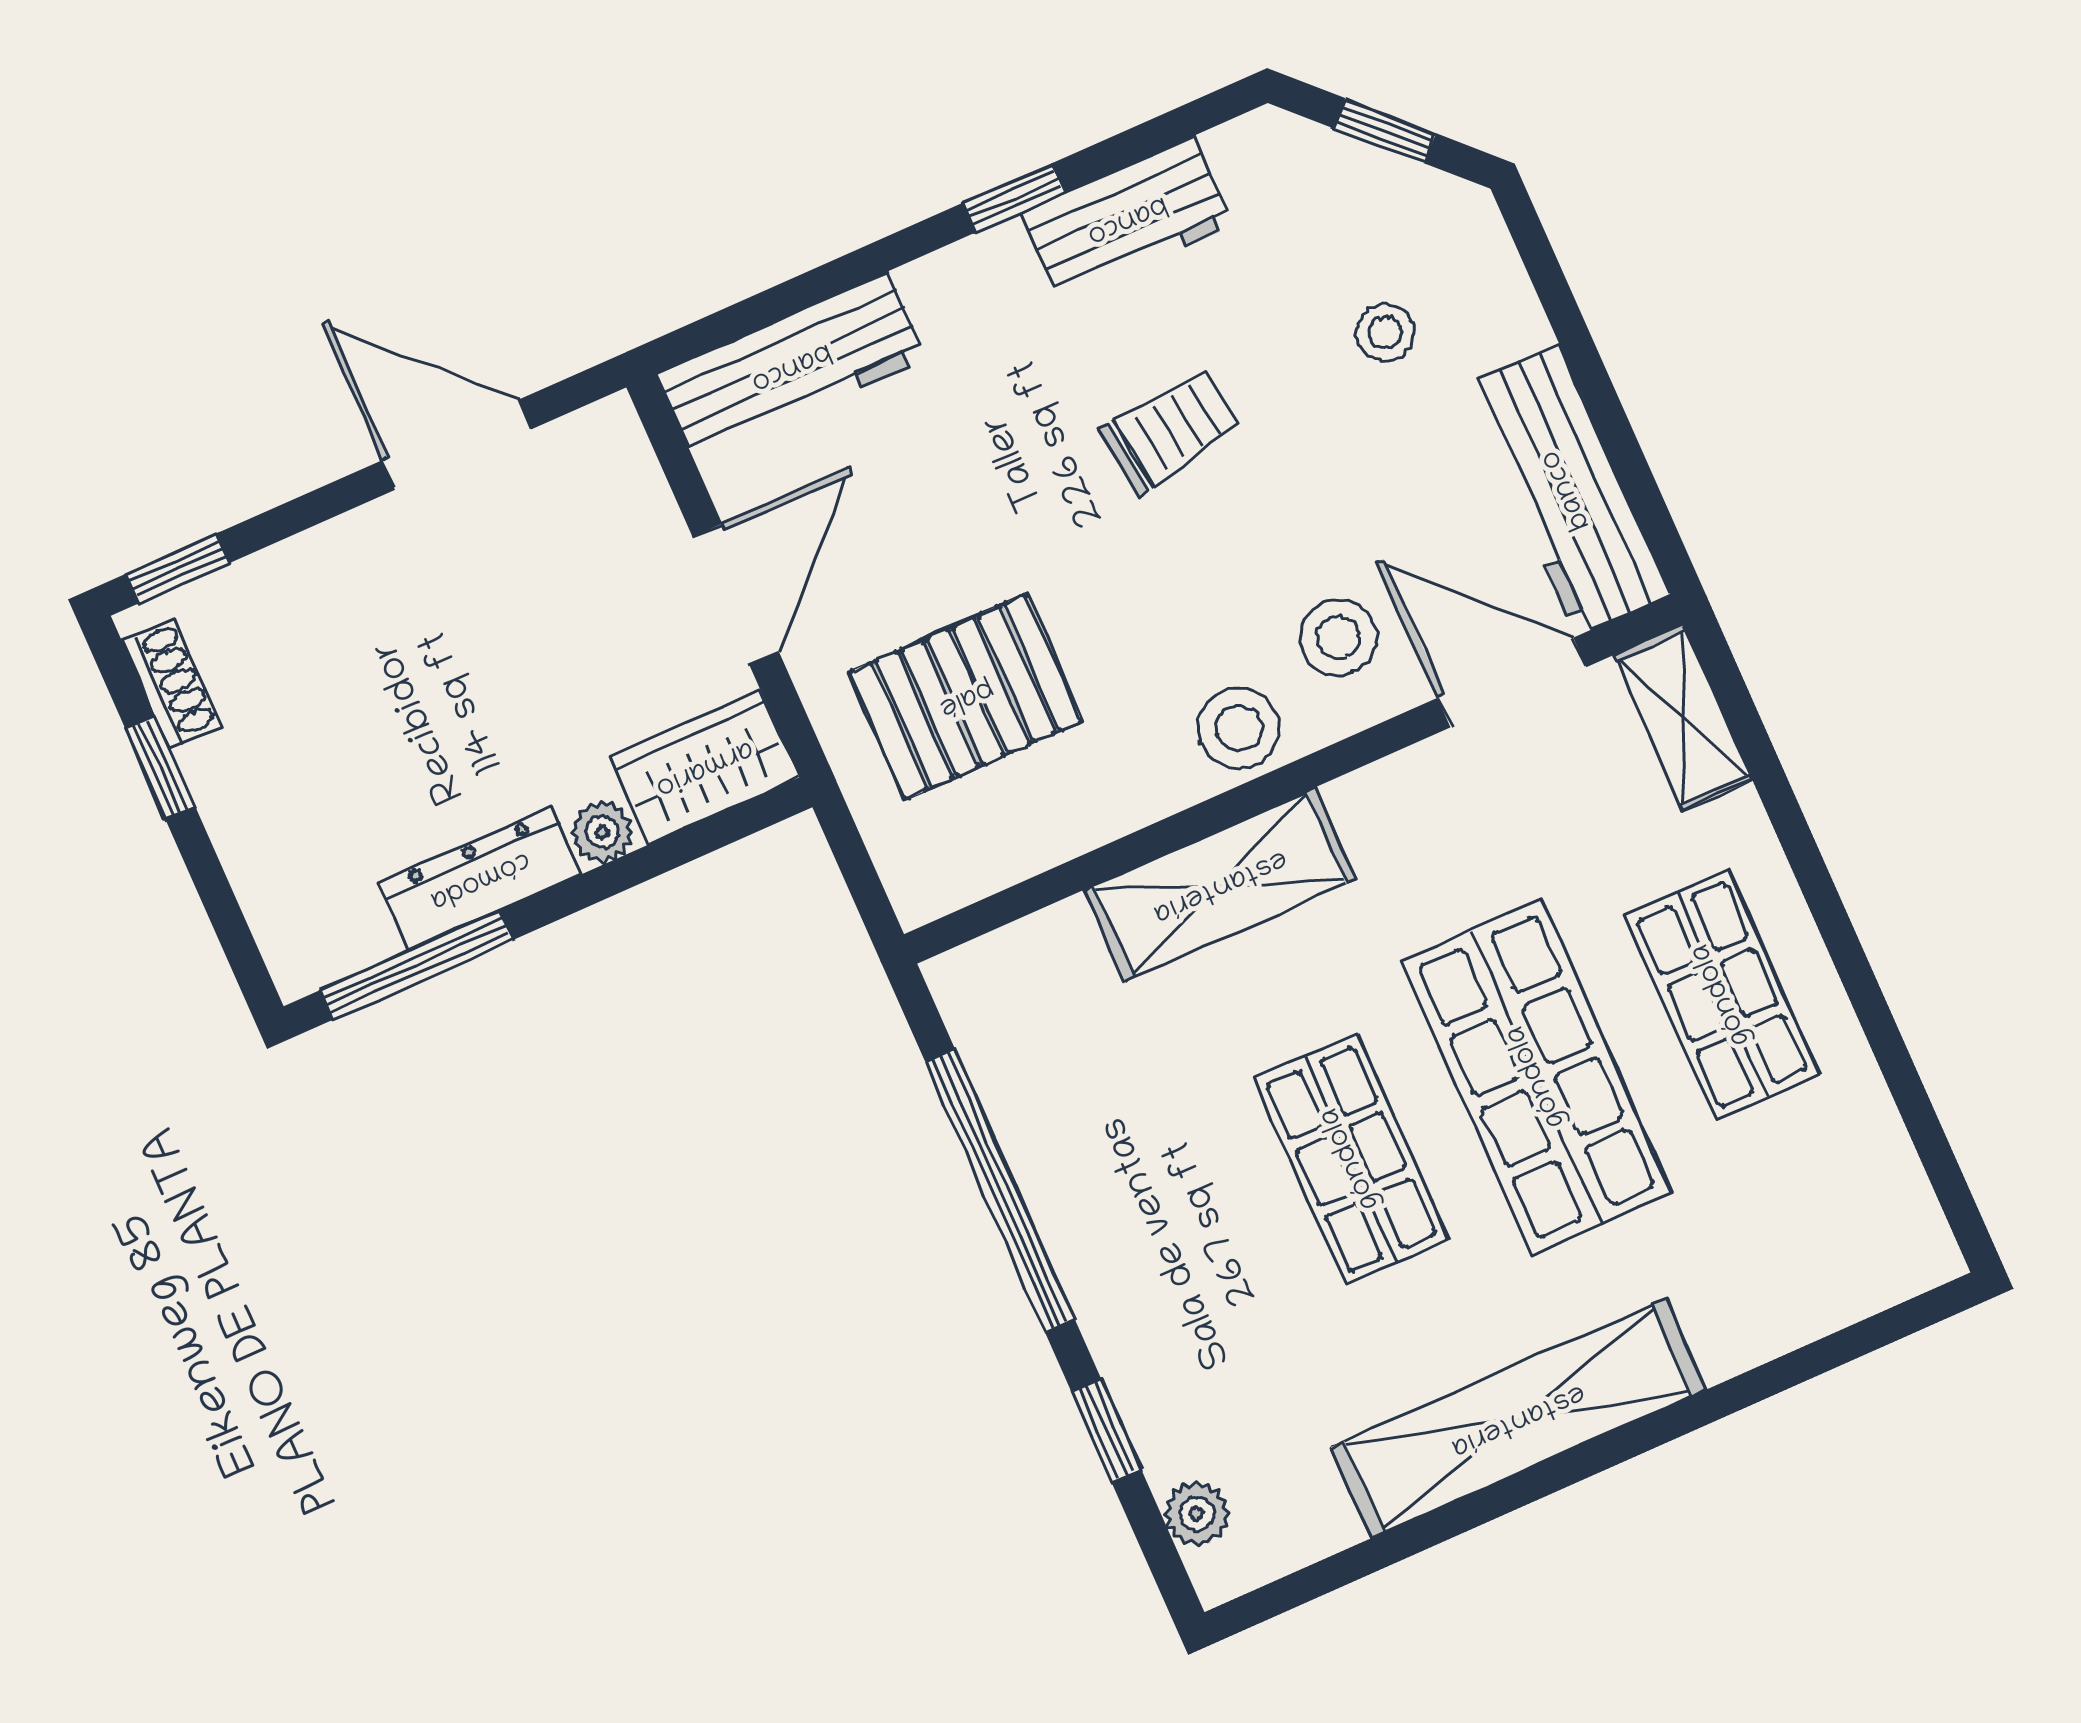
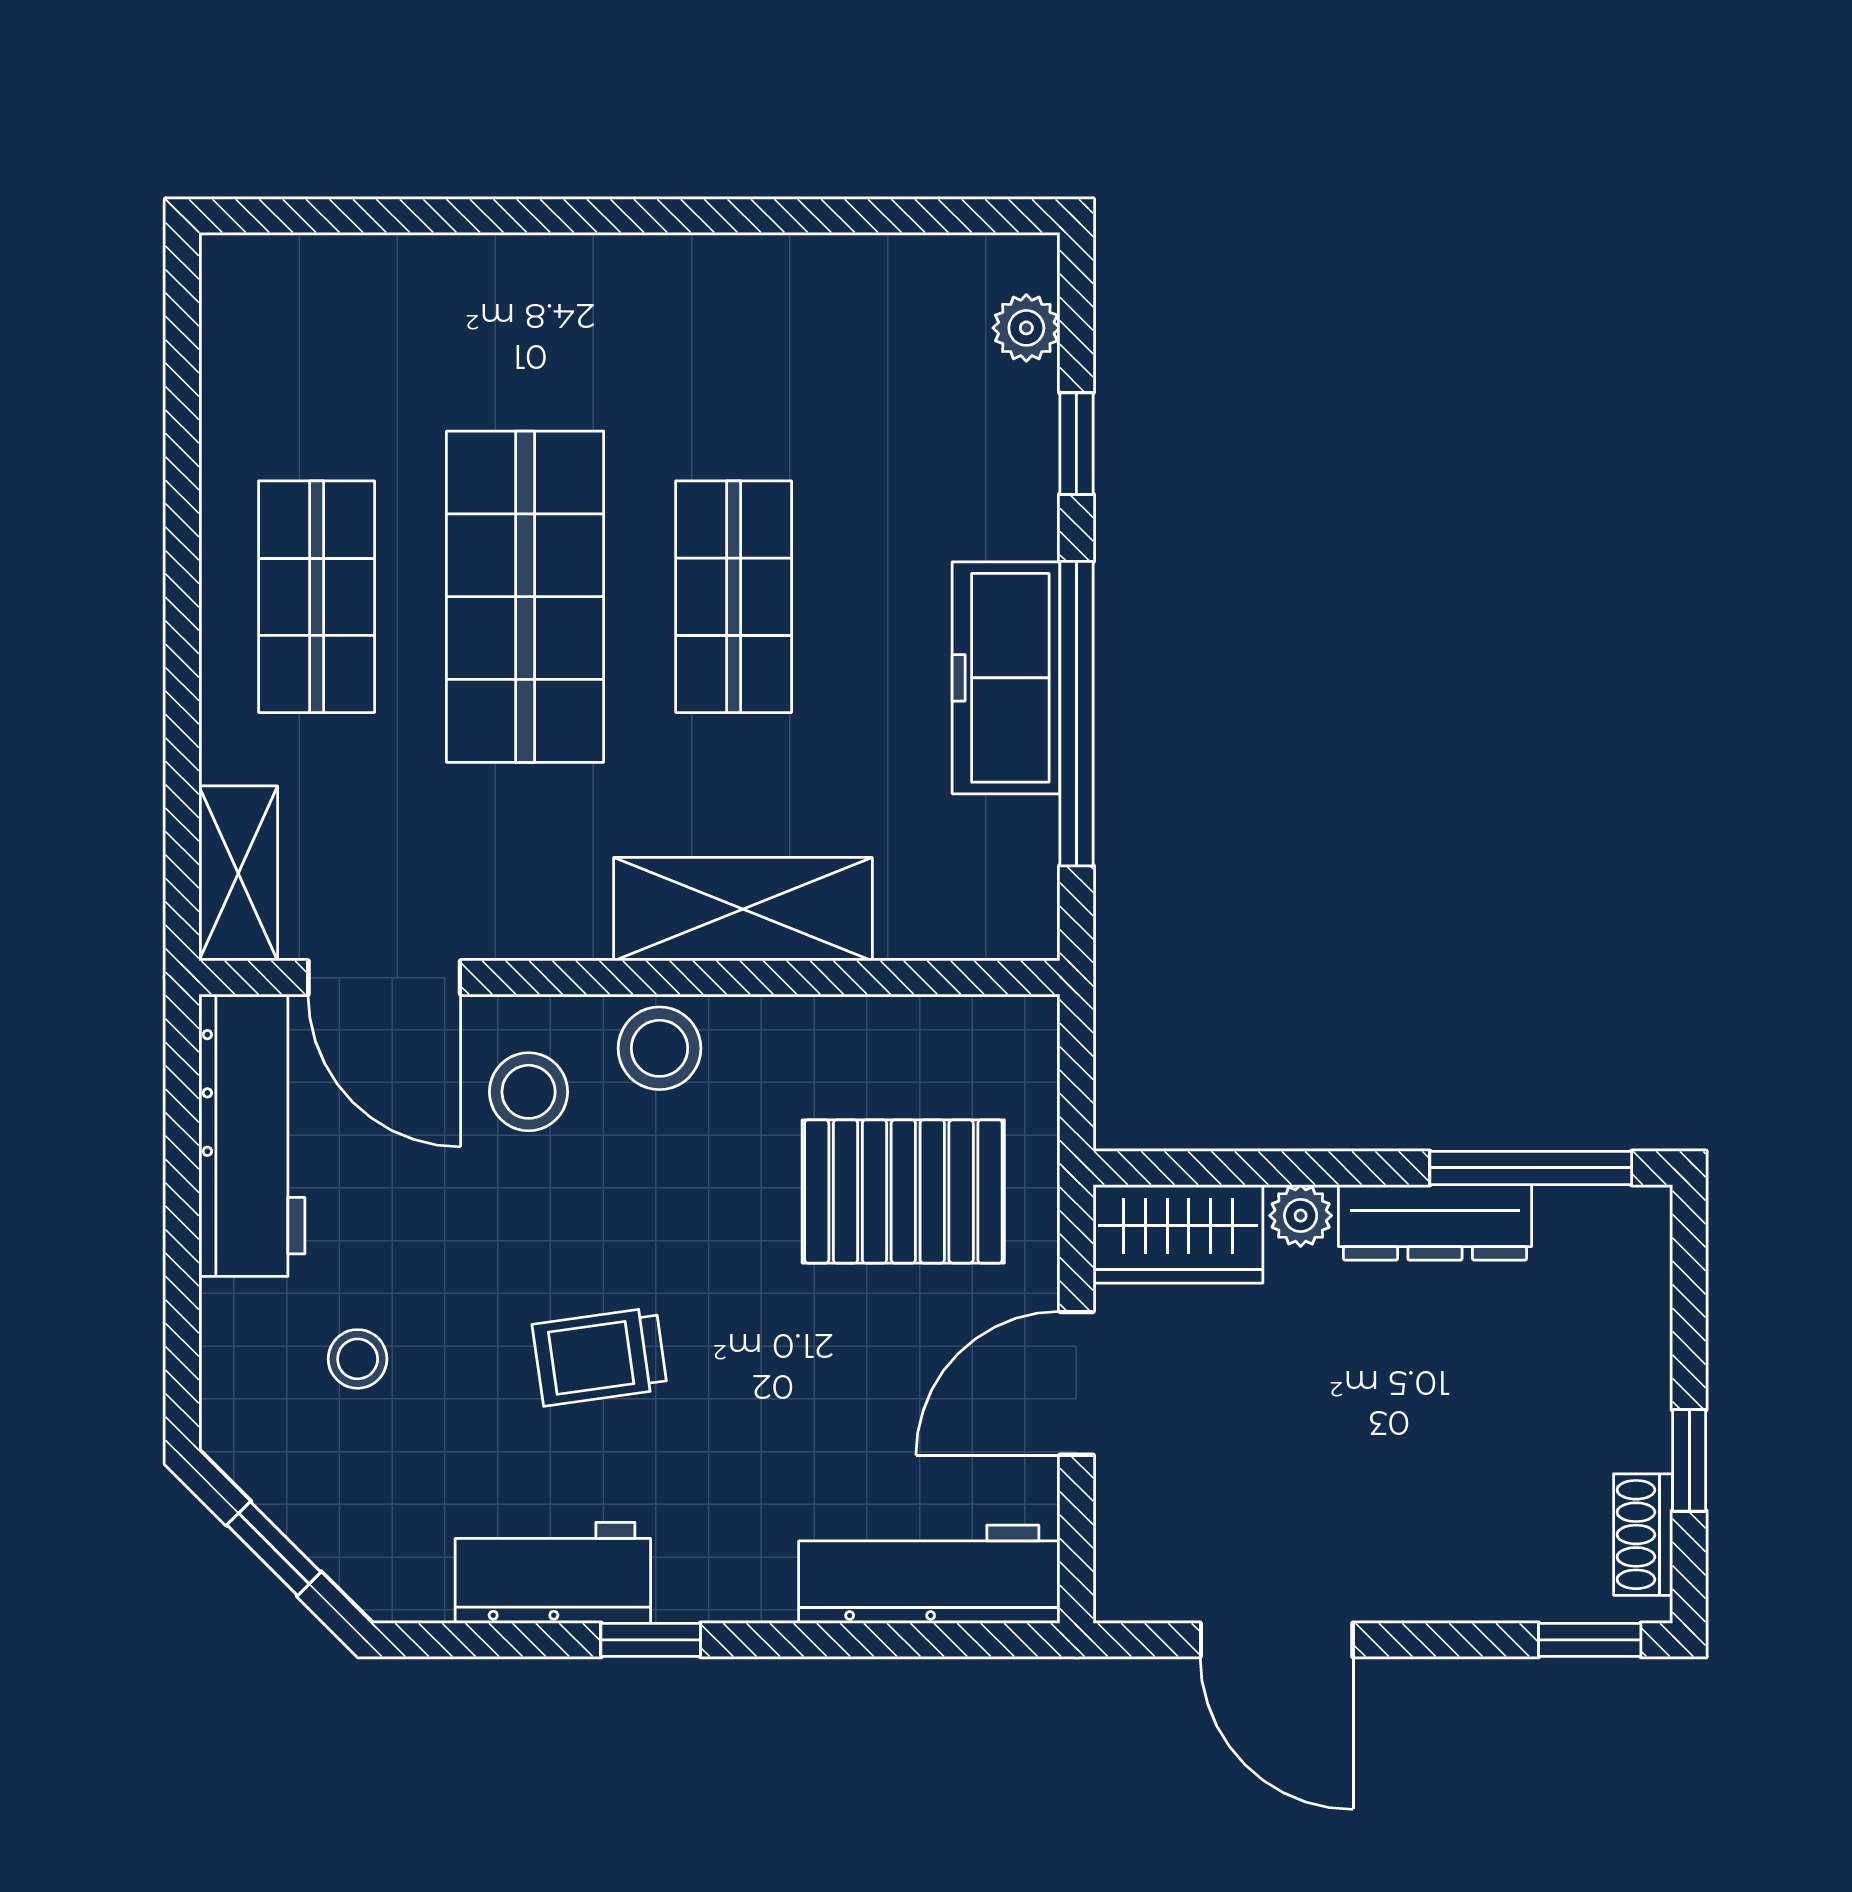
freezer: (1077, 1194) -> (1006, 678), added
shelving: (1518, 1419) -> (685, 284), removed

